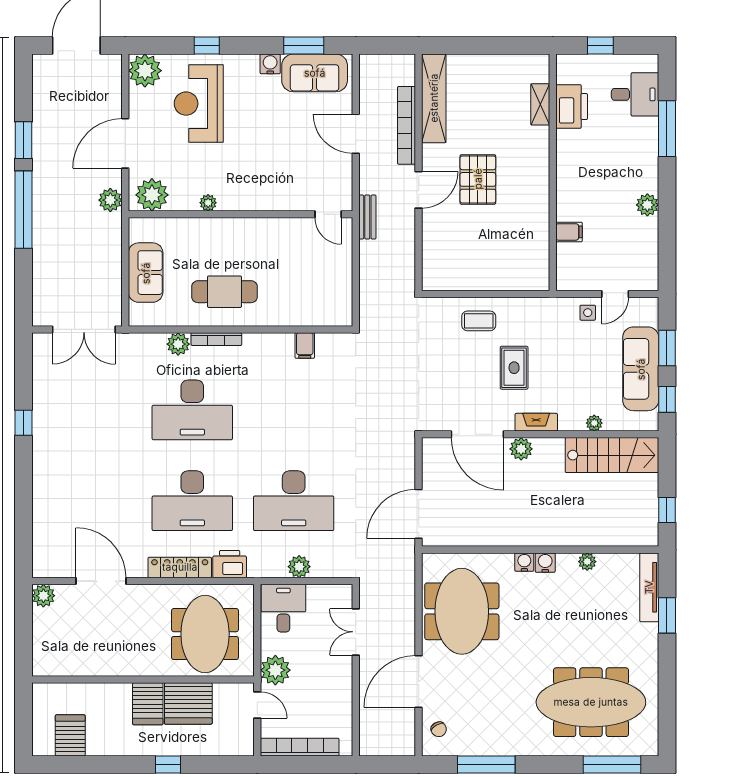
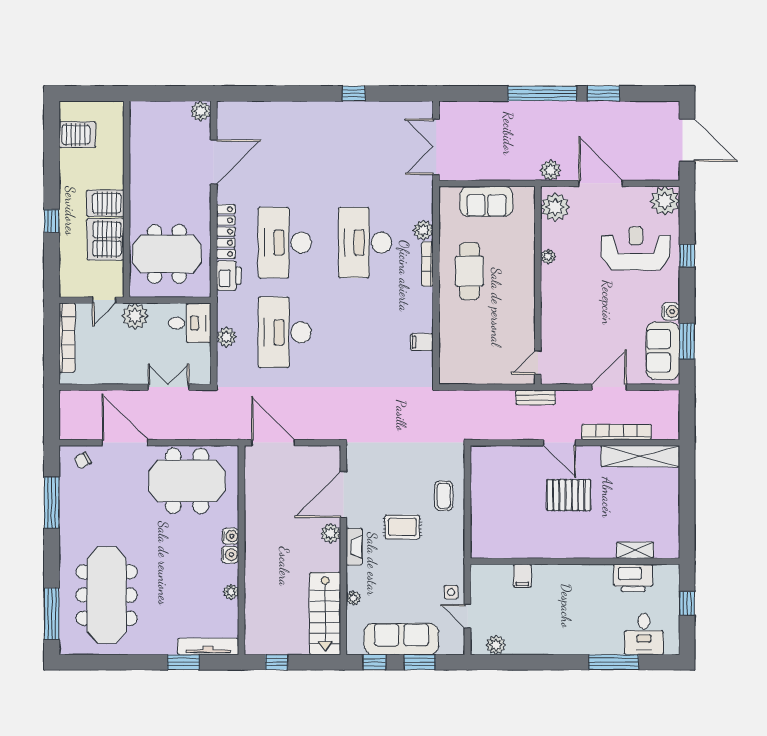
plant: (647, 205) -> (496, 645), moved

